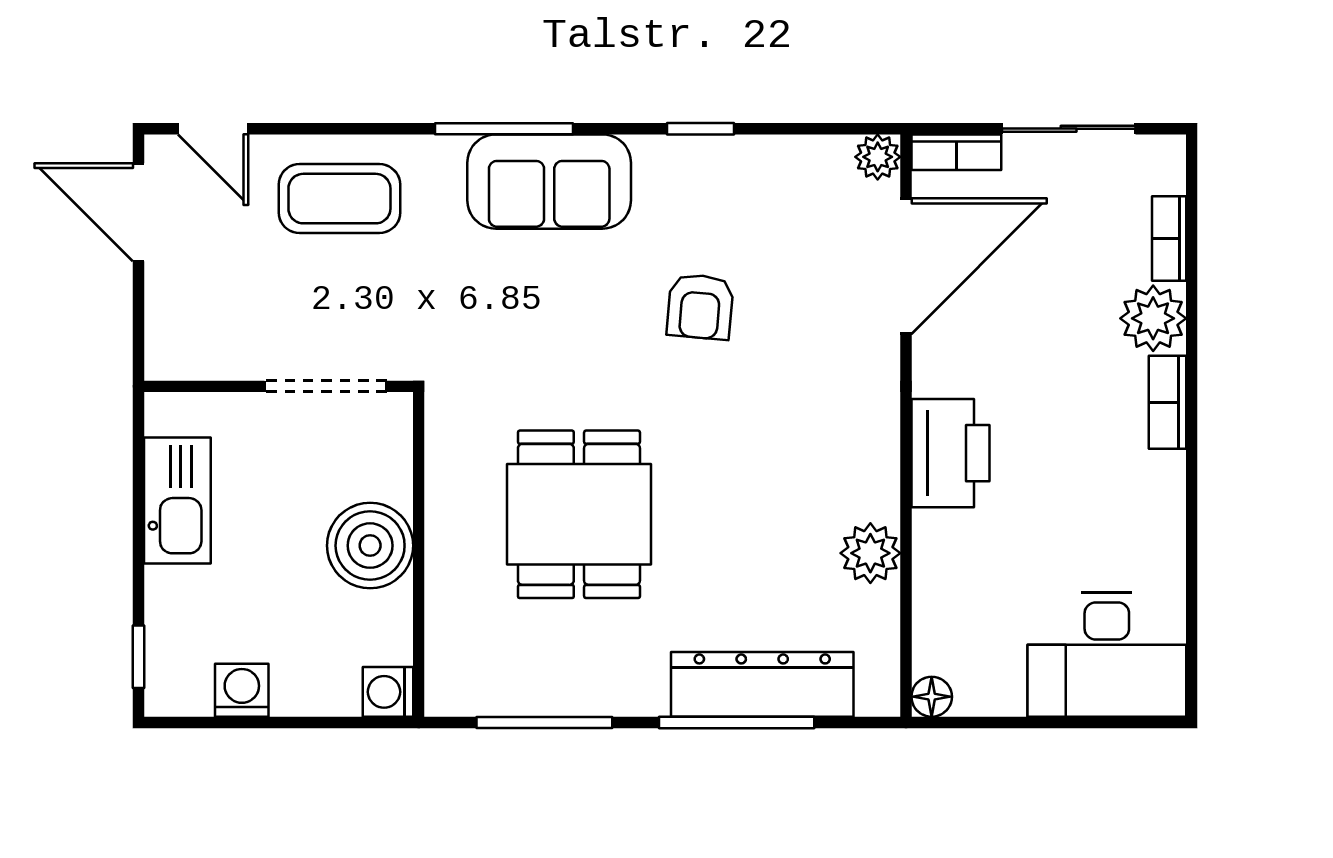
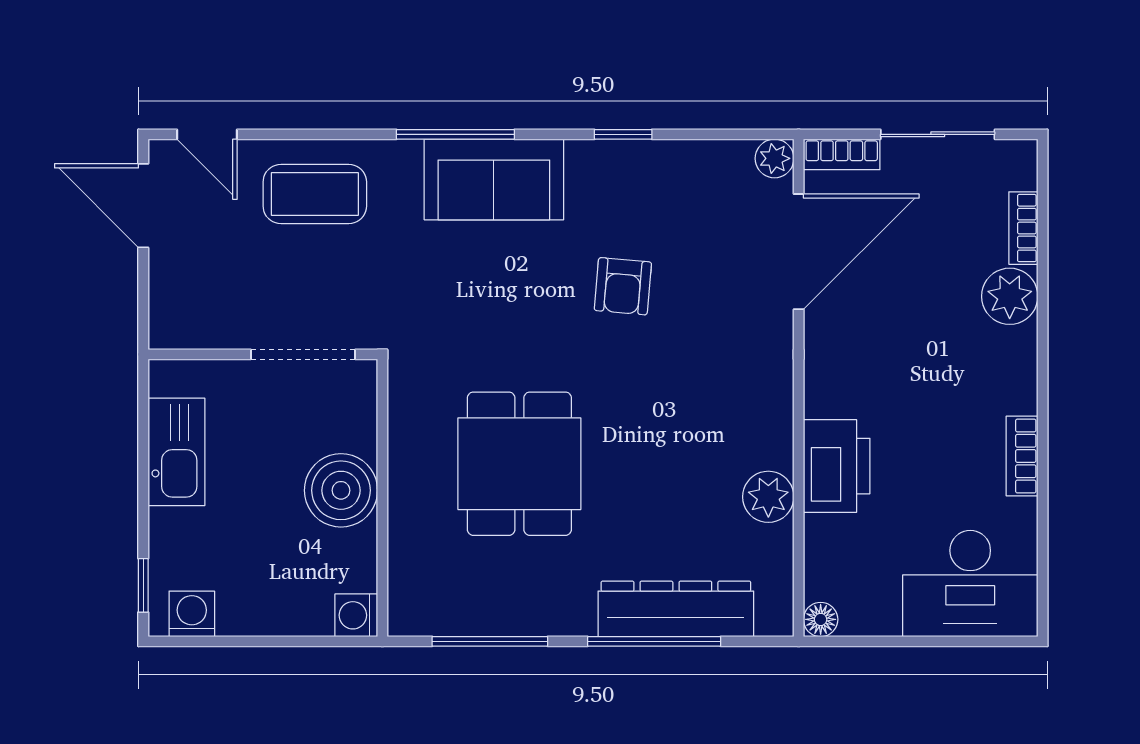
bookcase: (1167, 402) -> (1022, 456), moved
printer: (950, 453) -> (837, 466), moved
washing machine: (242, 690) -> (192, 614), moved

